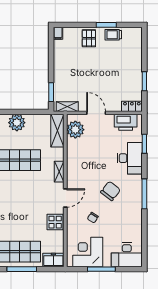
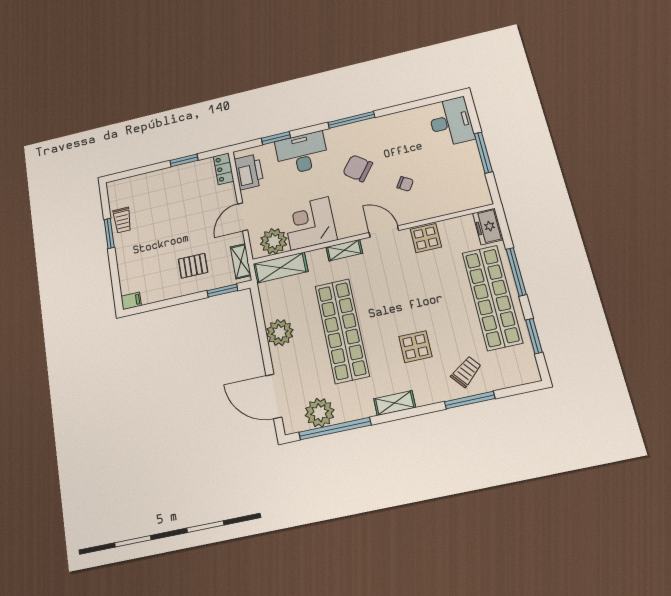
pallet: (89, 38) -> (193, 266), moved
corner desk: (88, 252) -> (310, 223), moved, turned 90

